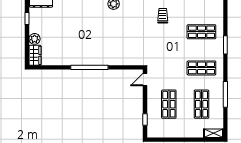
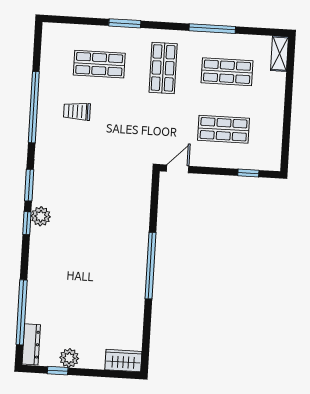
trolley: (163, 16) -> (77, 111), moved
shop shelf: (201, 32) -> (99, 64), turned 90
plant: (35, 39) -> (69, 358), moved
door: (145, 80) -> (178, 169), swing flipped

